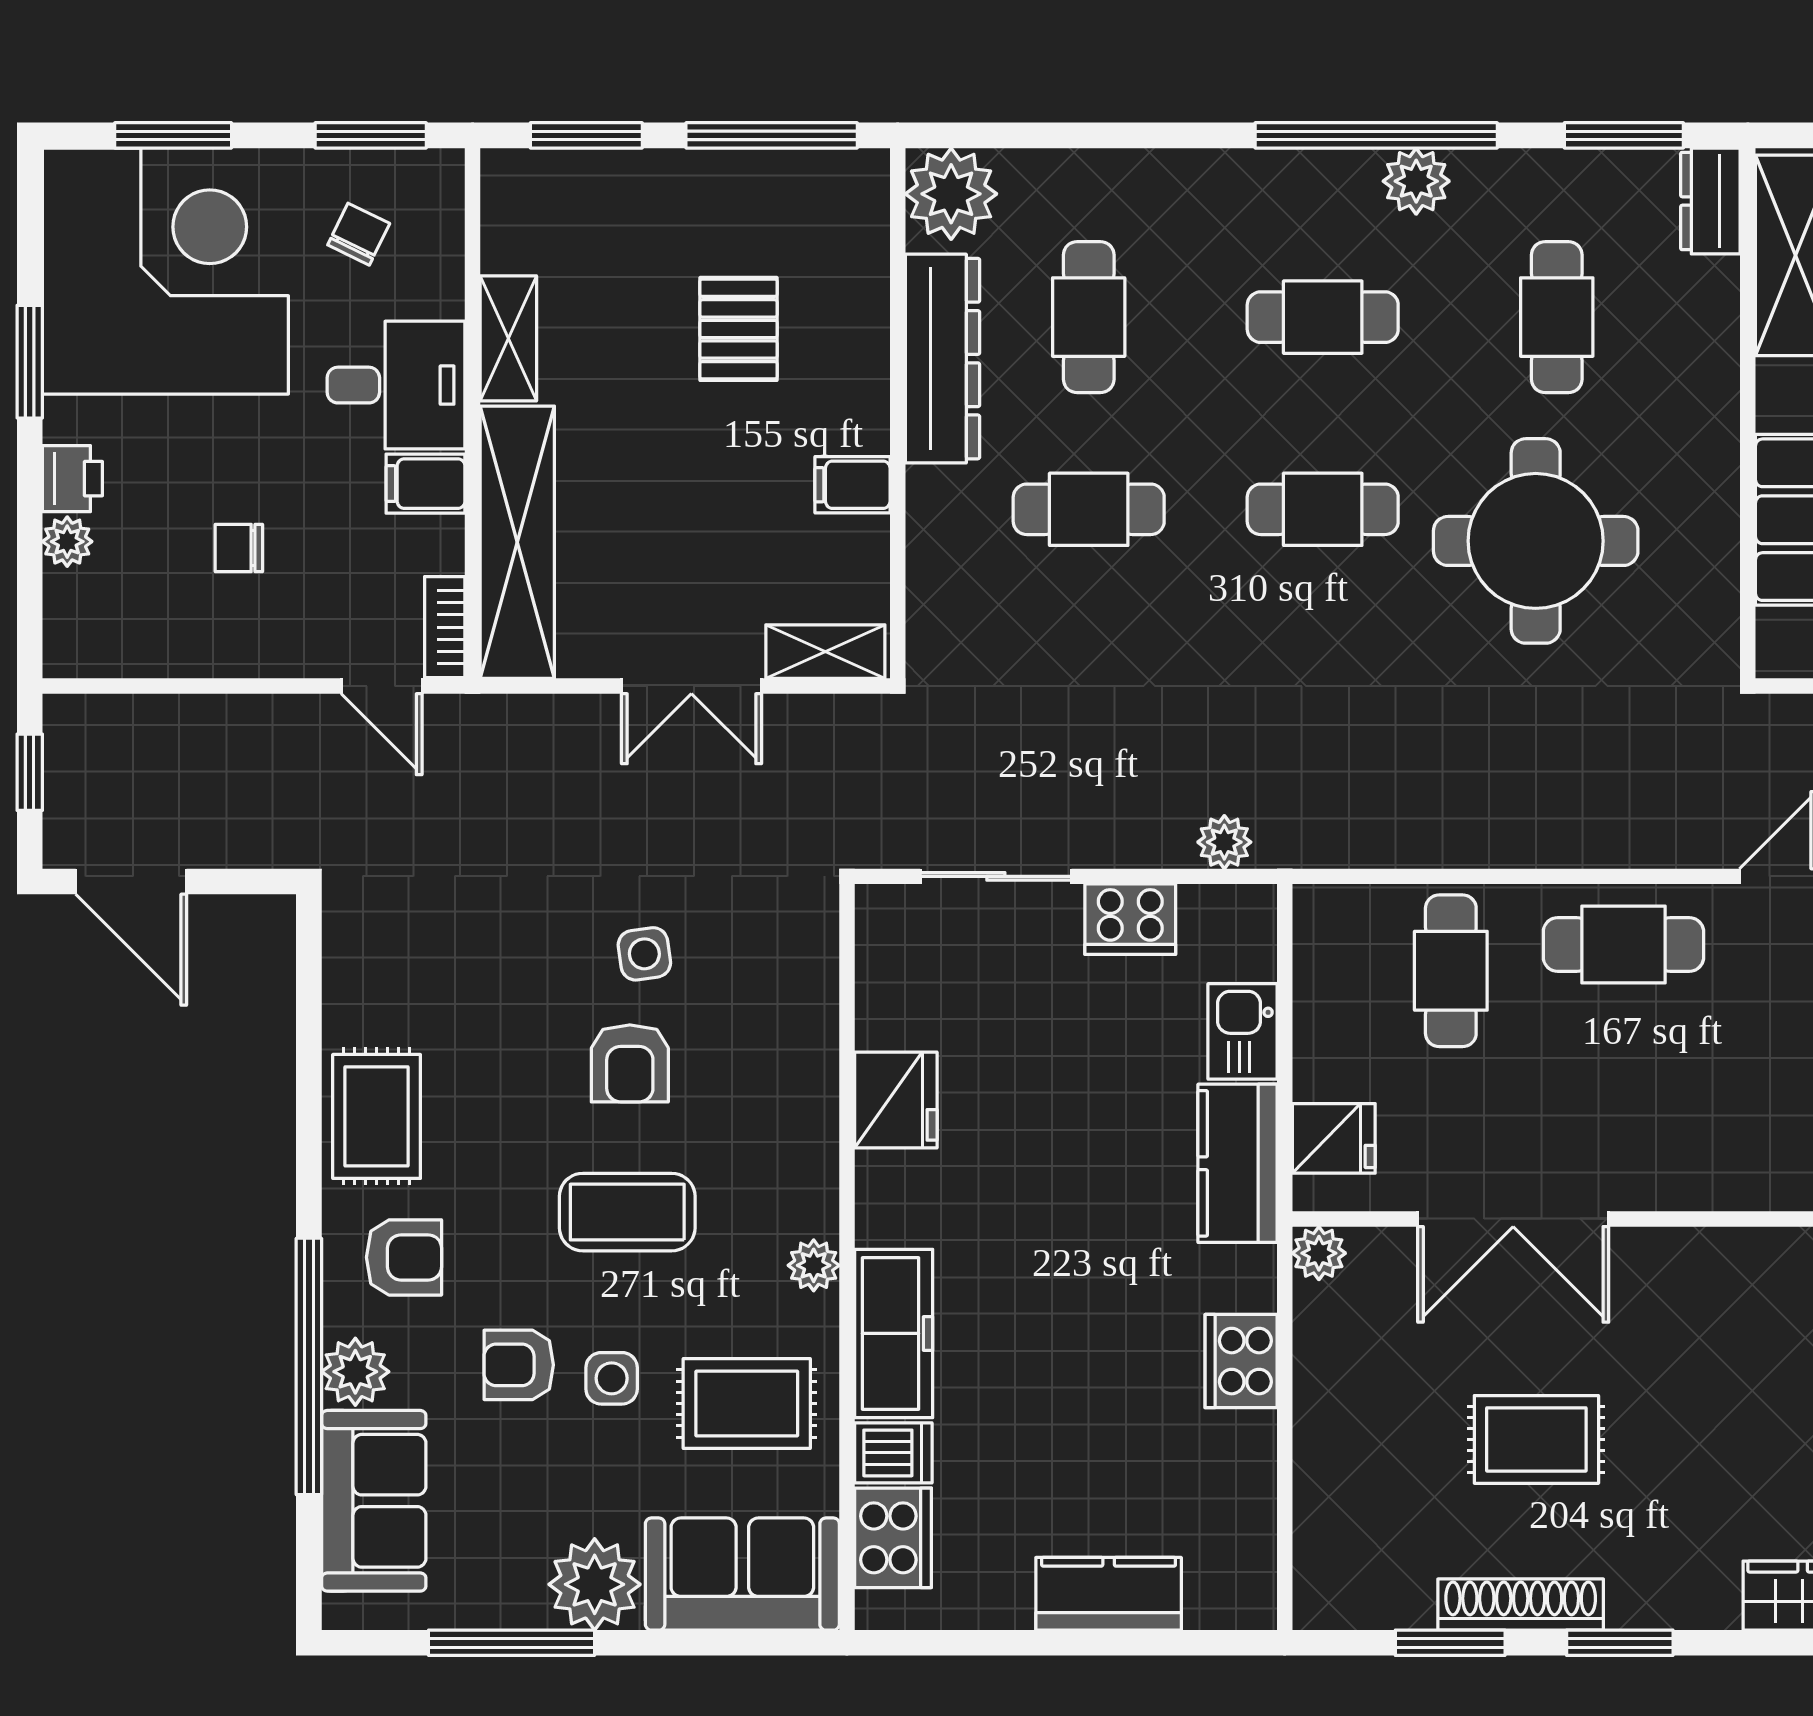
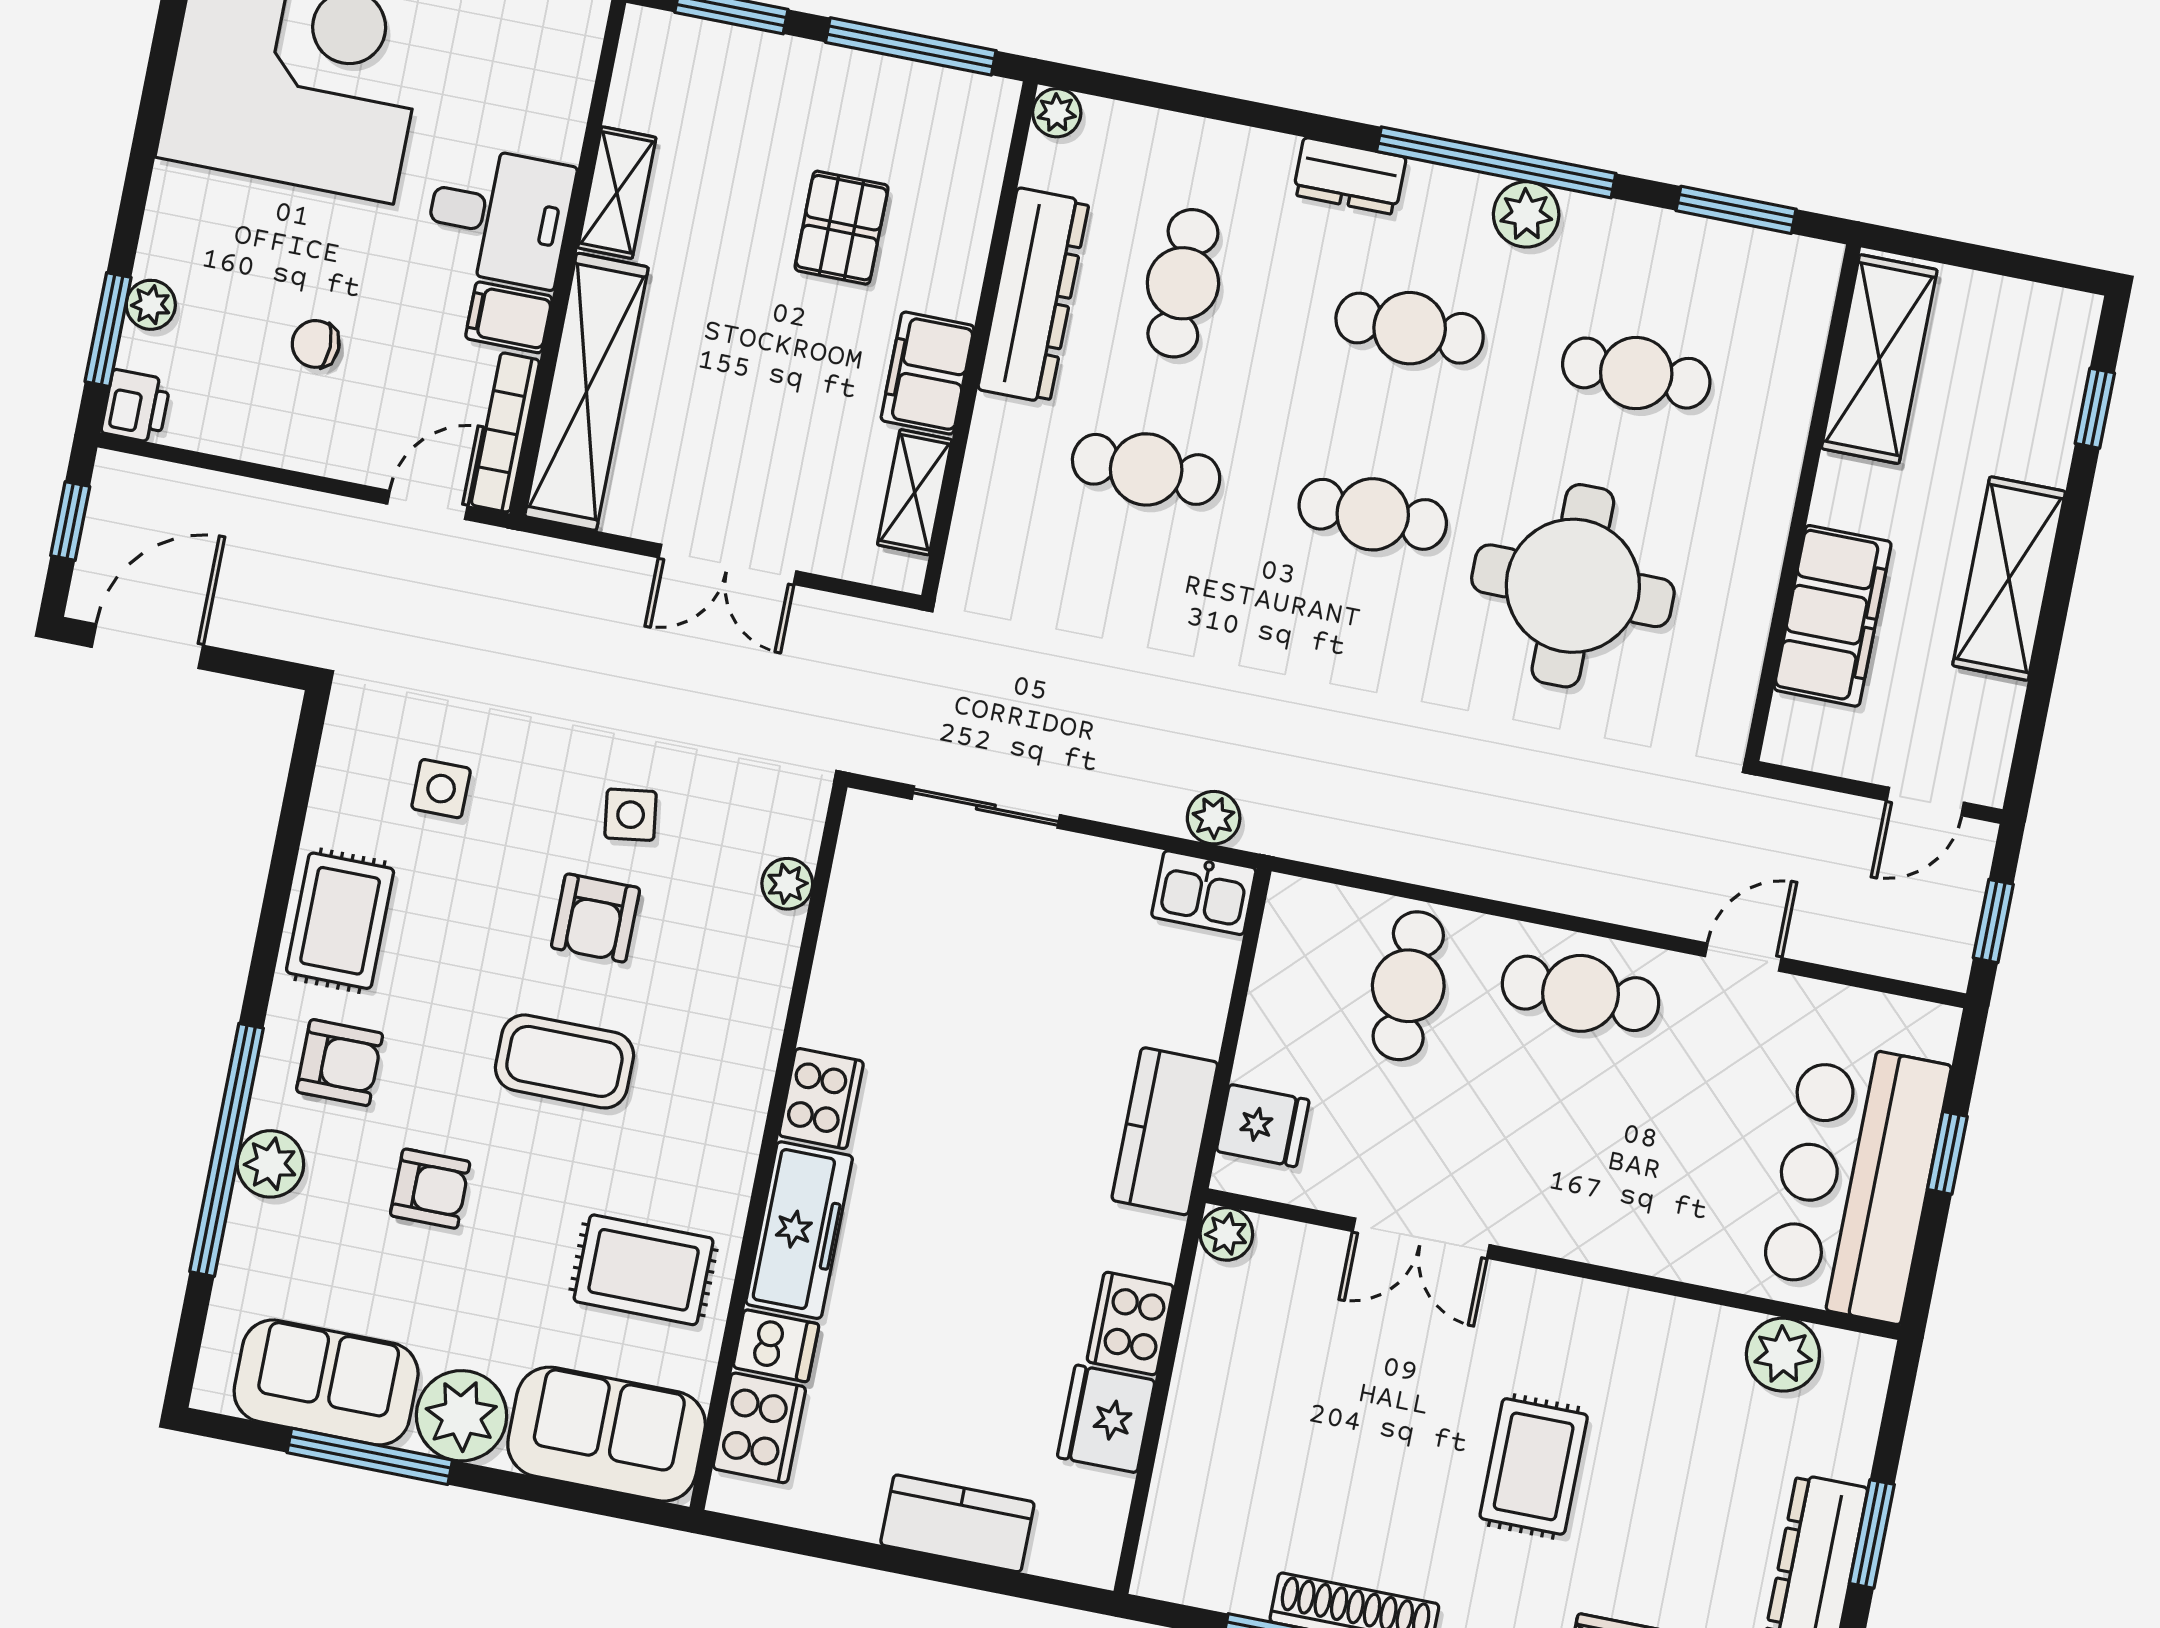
plant: (951, 194) -> (1057, 113), width x0.53, depth x0.53
dresser: (1710, 201) -> (1349, 176), moved, turned -90
chair: (359, 234) -> (492, 63), removed
cafe table: (1557, 317) -> (1636, 373), turned 90
window: (30, 362) -> (108, 330), moved
printer: (72, 479) -> (136, 406), moved
filing cabinet: (853, 485) -> (927, 373), width x2.00
bookcase: (445, 627) -> (505, 432), width x1.56
shelving: (825, 652) -> (915, 492), moved, turned 90
door: (382, 686) -> (427, 505), swing flipped
door: (131, 881) -> (147, 646), swing flipped
cooker: (1130, 919) -> (821, 1099), moved, turned -90
kitchen sink: (1242, 1031) -> (1204, 893), moved, turned -90
fridge: (896, 1100) -> (1106, 1419), moved, turned 180
double door: (1513, 1219) -> (1421, 1238), width x0.73
plant: (814, 1265) -> (787, 884), moved
armchair: (519, 1365) -> (430, 1189), turned 180
side table: (612, 1378) -> (441, 789), moved
rug: (1536, 1439) -> (1534, 1466), moved, turned 90
sofa: (374, 1501) -> (326, 1382), moved, turned -90

